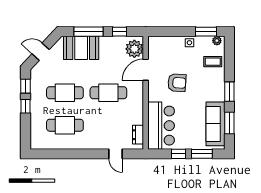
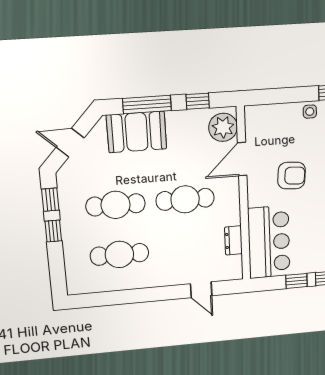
dresser: (138, 135) -> (233, 240), moved

